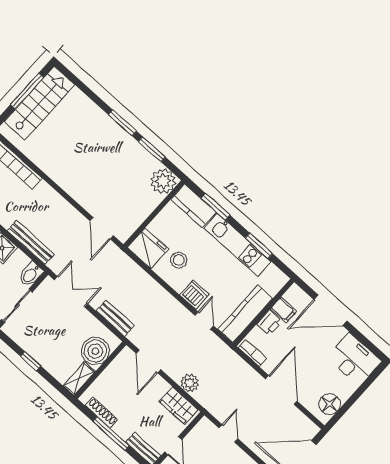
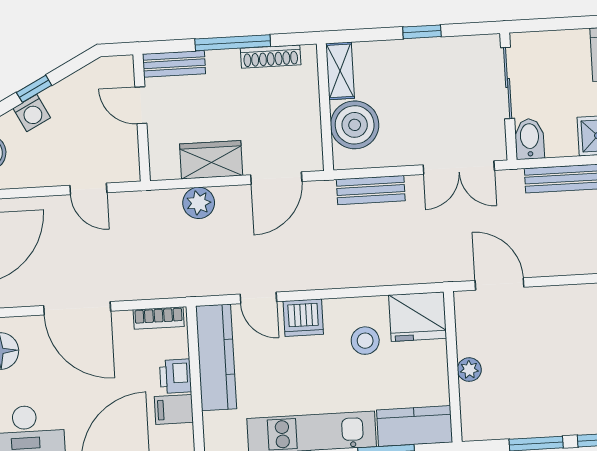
plant: (163, 181) -> (469, 370), moved, width x0.53, depth x0.53
door: (148, 361) -> (276, 178), swing flipped
wardrobe: (179, 406) -> (211, 160), moved

